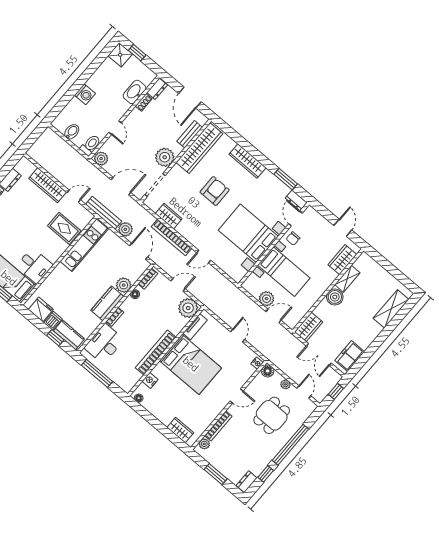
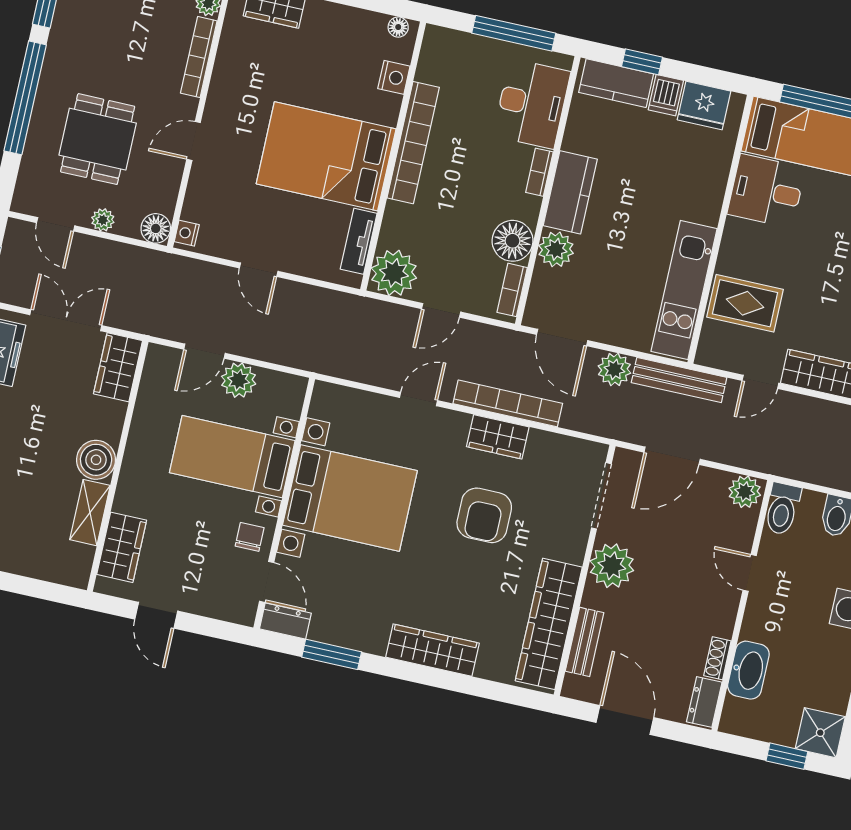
armchair: (215, 191) -> (484, 515), moved
wardrobe: (169, 216) -> (498, 437), moved
floor lamp: (135, 294) -> (512, 241), width x1.89, depth x1.89

